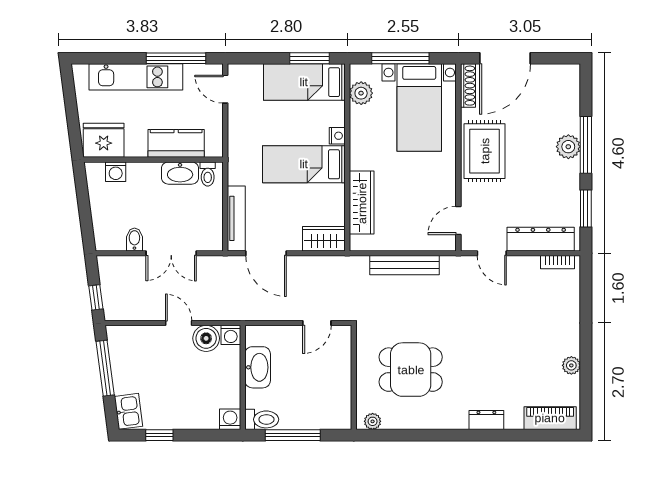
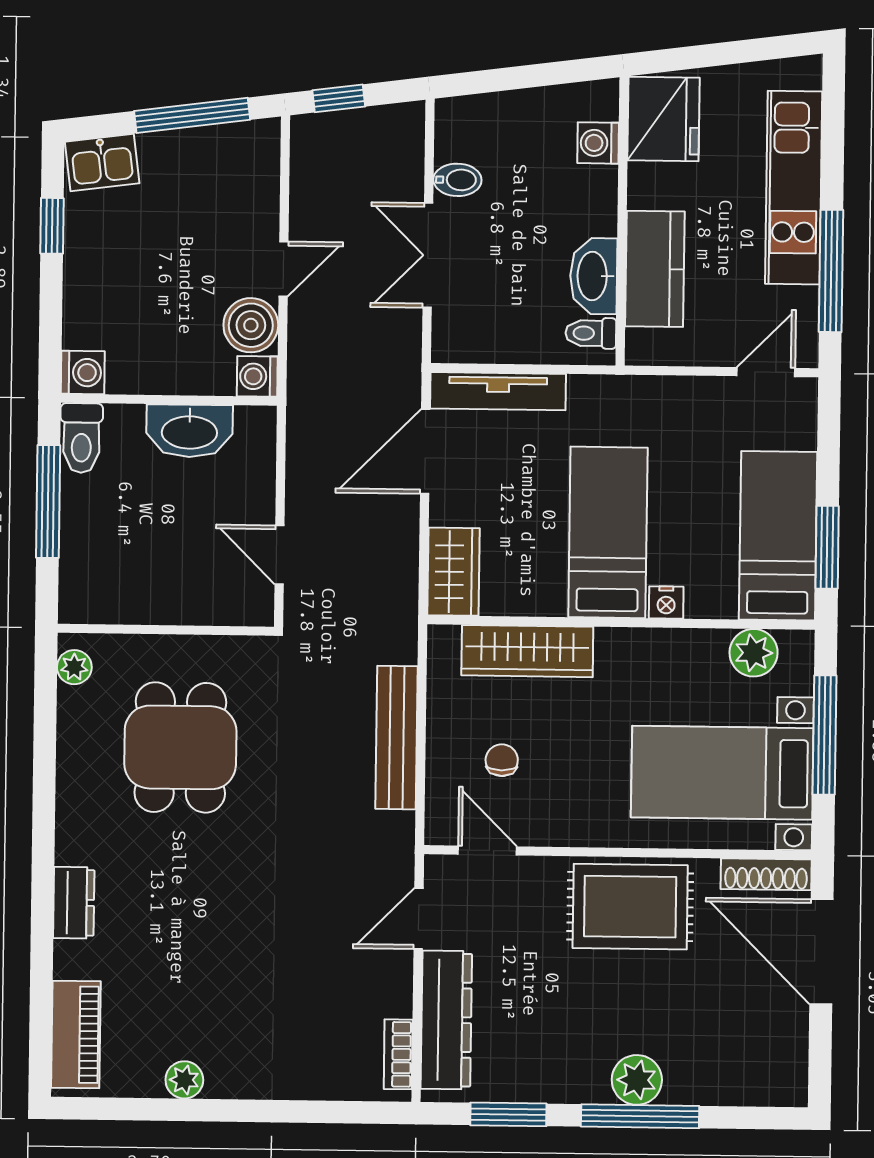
chair: (415, 214) -> (502, 760), added

